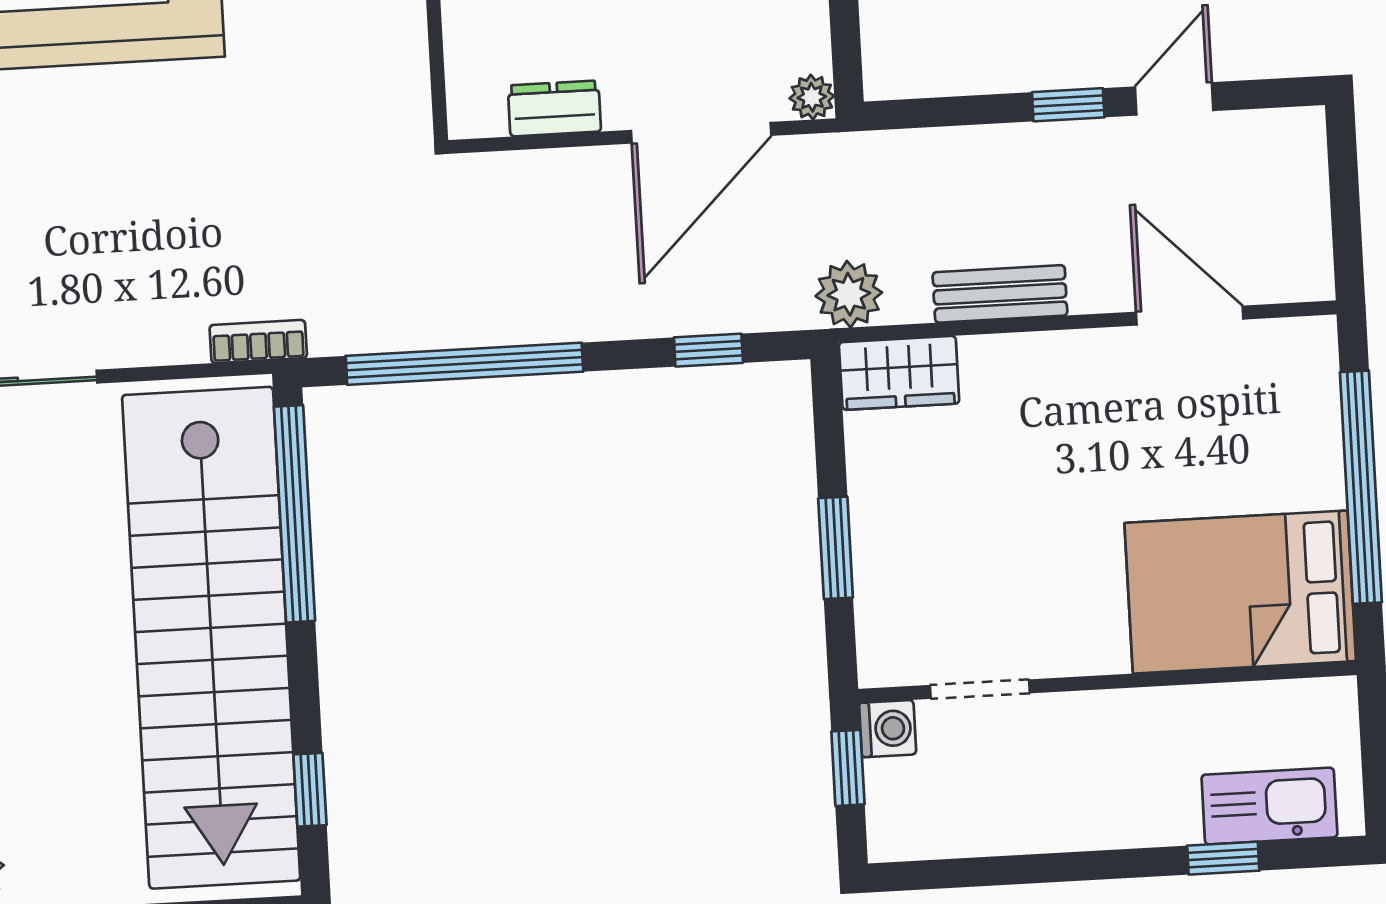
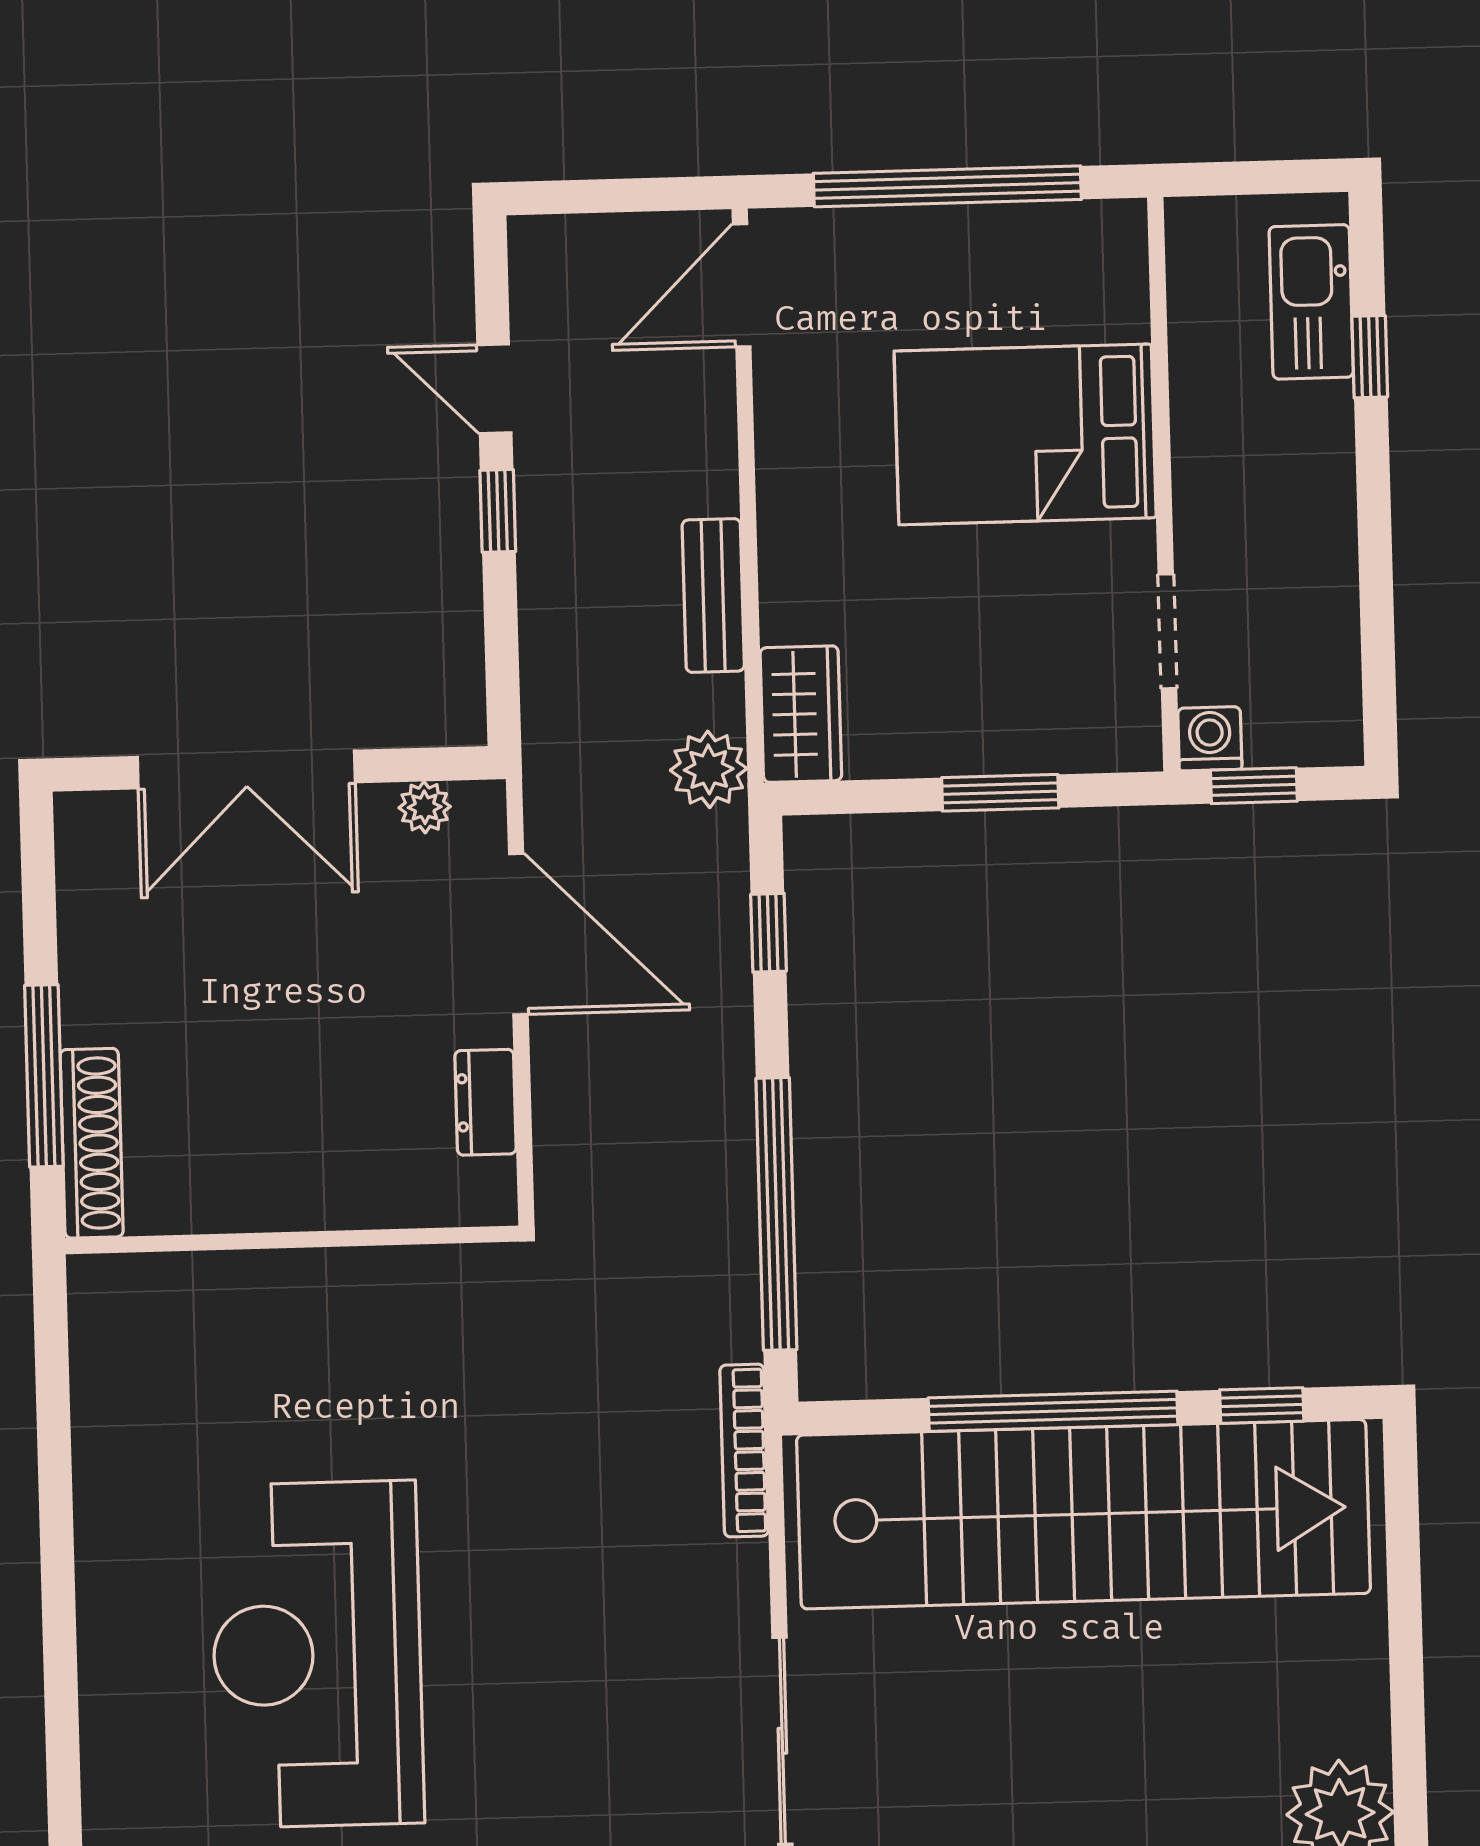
plant: (812, 97) -> (425, 807), moved
door: (1190, 316) -> (742, 285), moved
bookcase: (258, 342) -> (744, 1451), width x1.56
window: (295, 514) -> (1053, 1411), moved
bed: (1240, 592) -> (1025, 434), moved, turned 90

